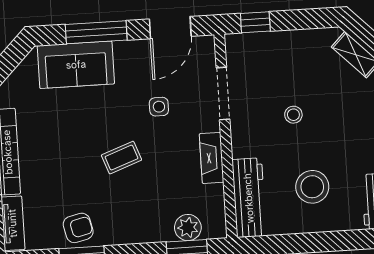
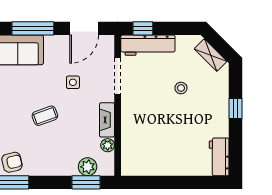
stool: (293, 115) -> (181, 88), moved
stool: (312, 187) -> (175, 144), removed
plant: (215, 195) -> (108, 145), added
workbench: (249, 198) -> (148, 45), moved, turned 90

